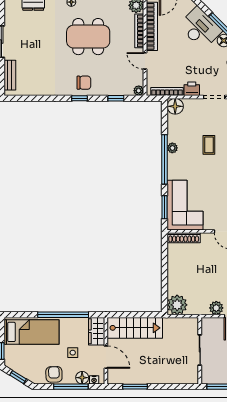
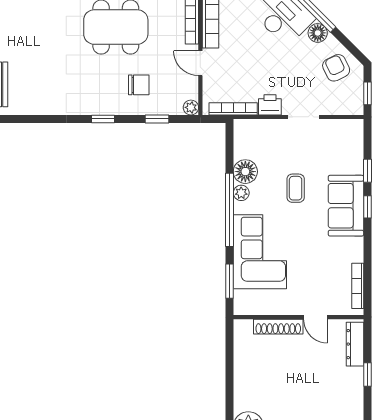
chair: (84, 83) -> (139, 85), moved
floor lamp: (175, 106) -> (245, 172), moved
corner sofa: (185, 205) -> (260, 252), moved
shoe rack: (184, 238) -> (278, 327), moved

